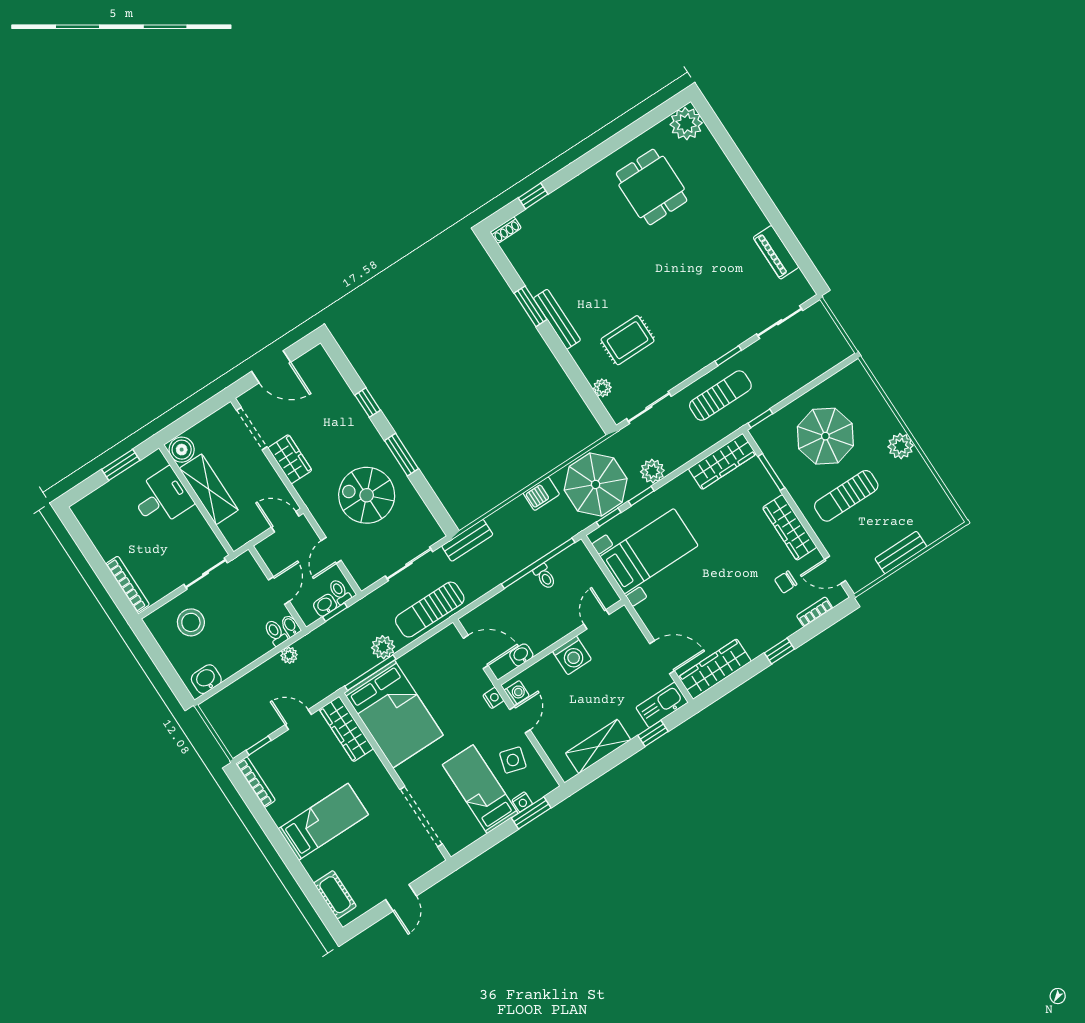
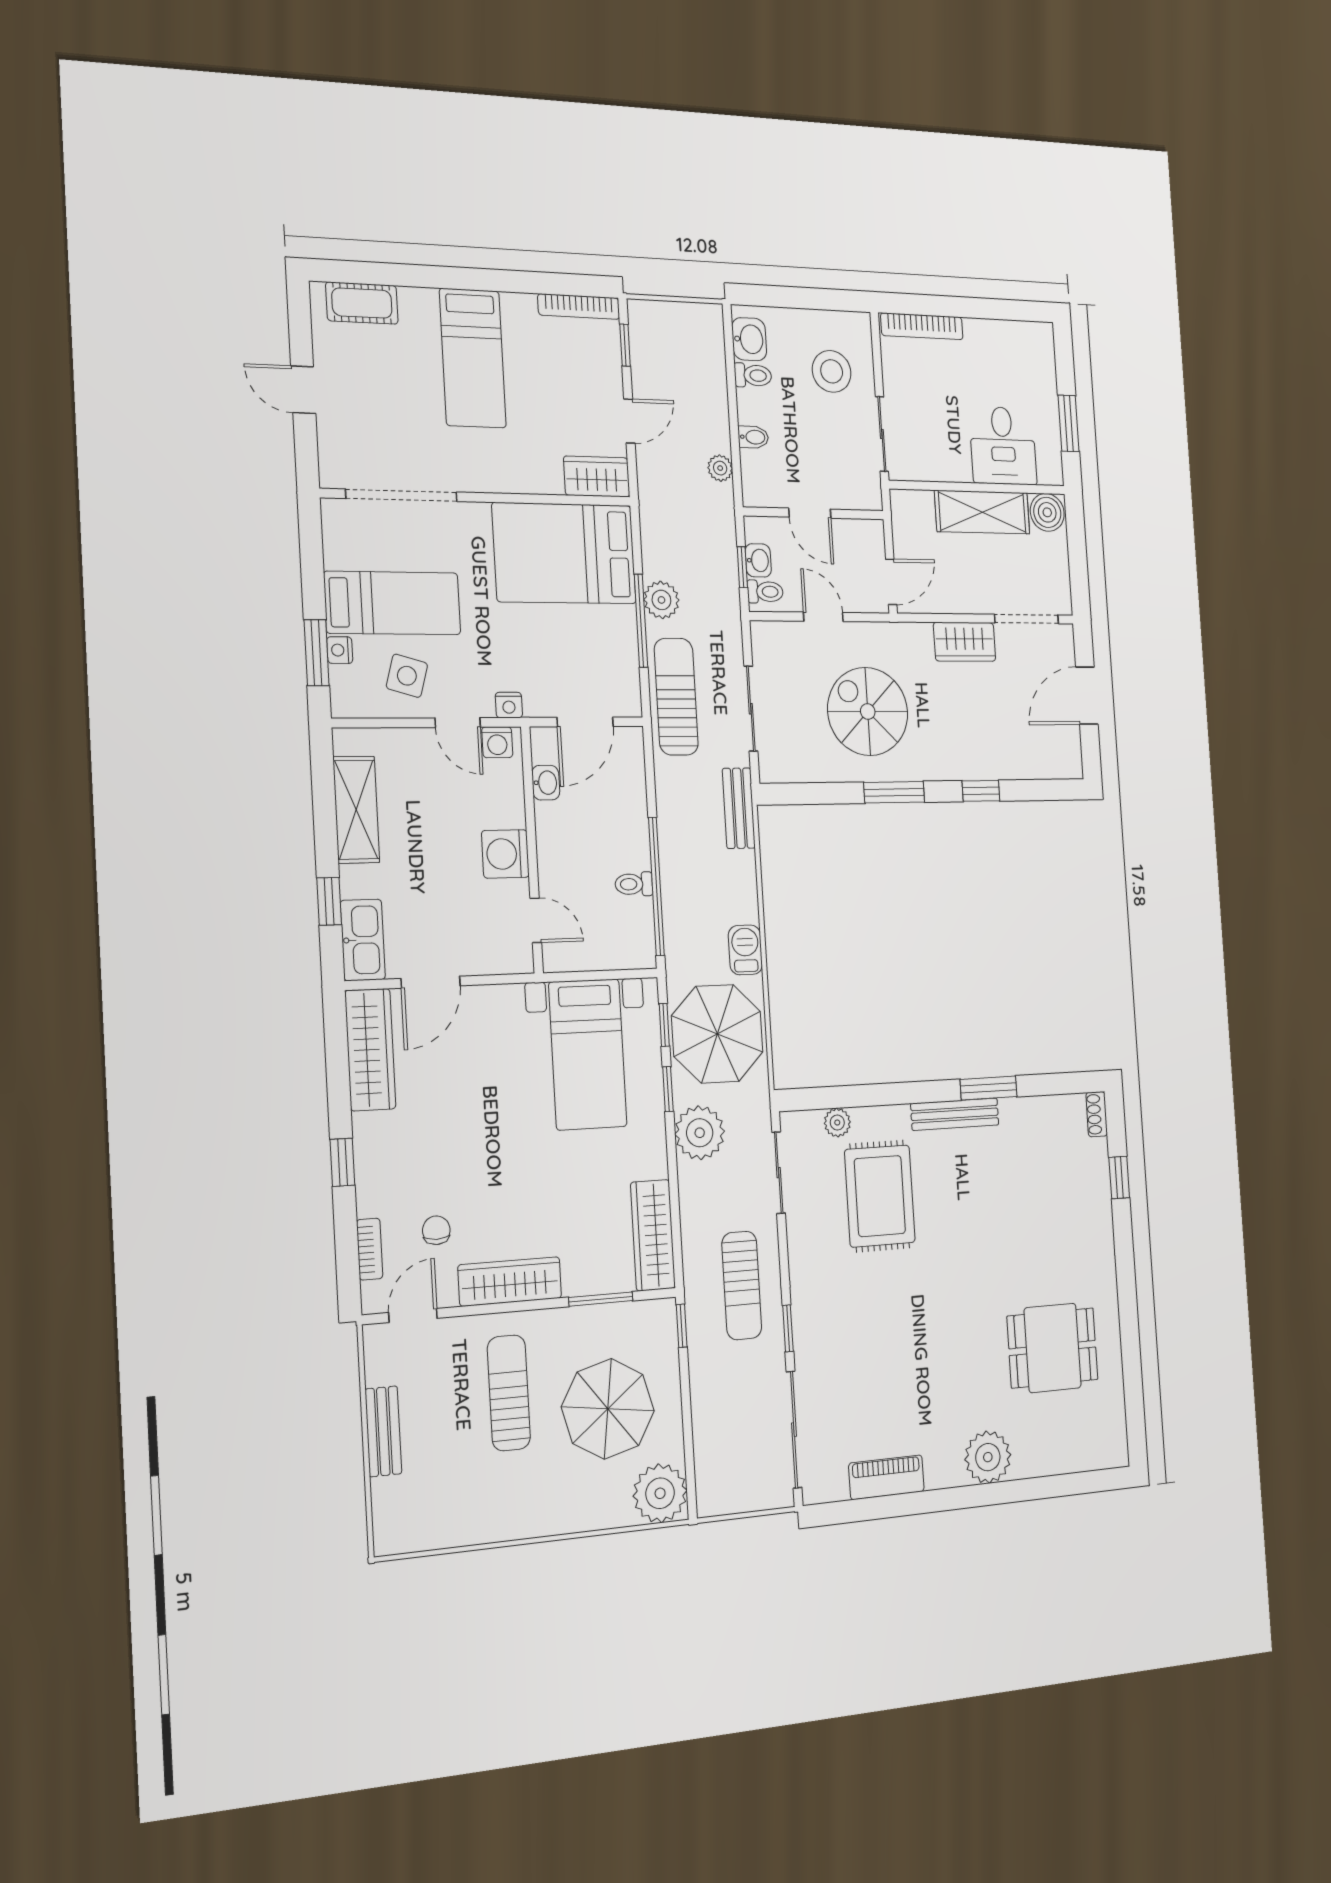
plant: (686, 124) -> (988, 1457), moved
sliding door: (780, 322) -> (794, 1430), width x1.37
rug: (628, 340) -> (880, 1196), width x1.36, depth x1.43
plant: (901, 446) -> (660, 1493), moved, width x1.36, depth x1.36
plant: (652, 471) -> (700, 1133), width x1.36, depth x1.36
spiral stairs: (367, 495) -> (868, 711), turned -90
bidet: (291, 626) -> (753, 437), moved
toilet: (276, 633) -> (753, 375), moved
window: (370, 673) -> (641, 621), moved
wardrobe: (346, 729) -> (597, 477), width x0.67

